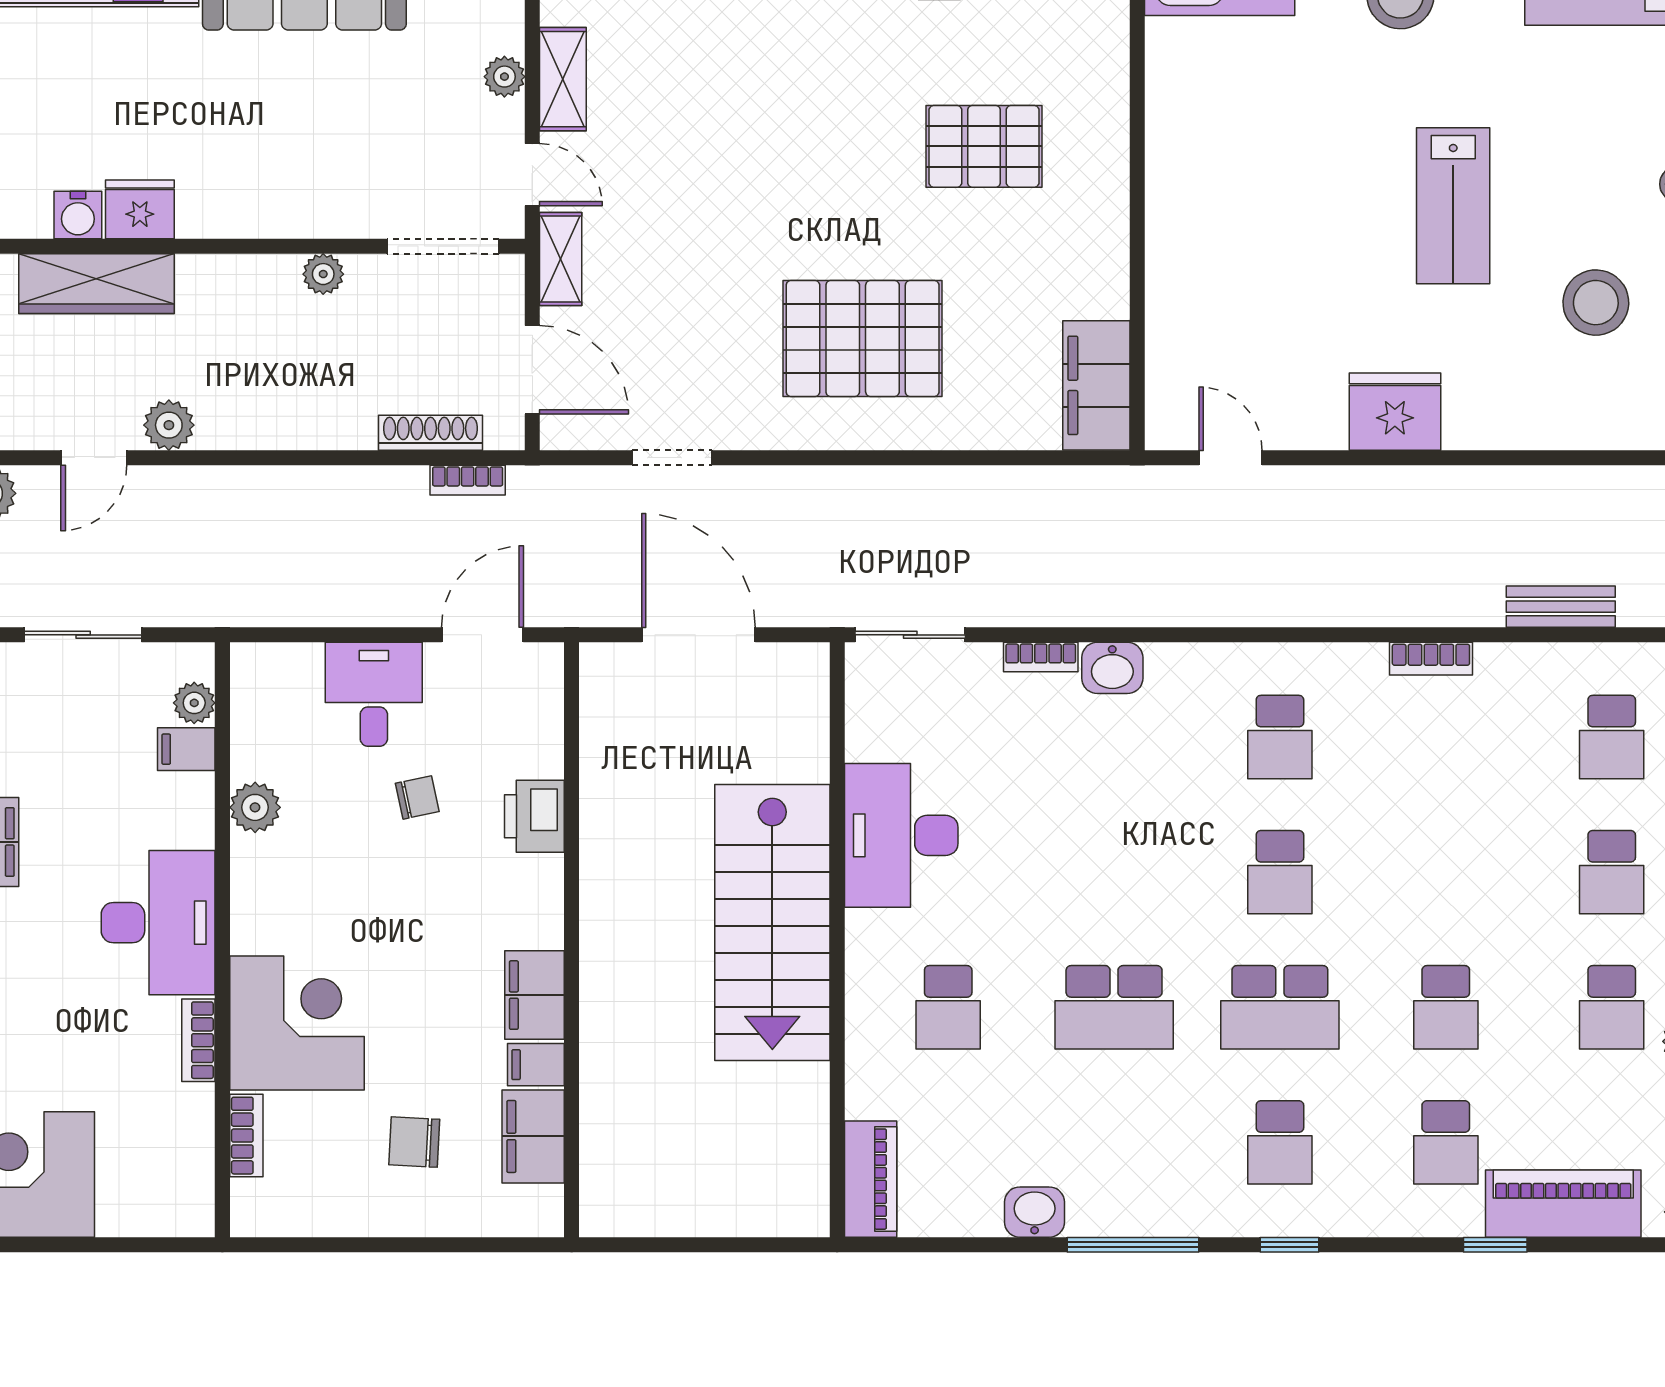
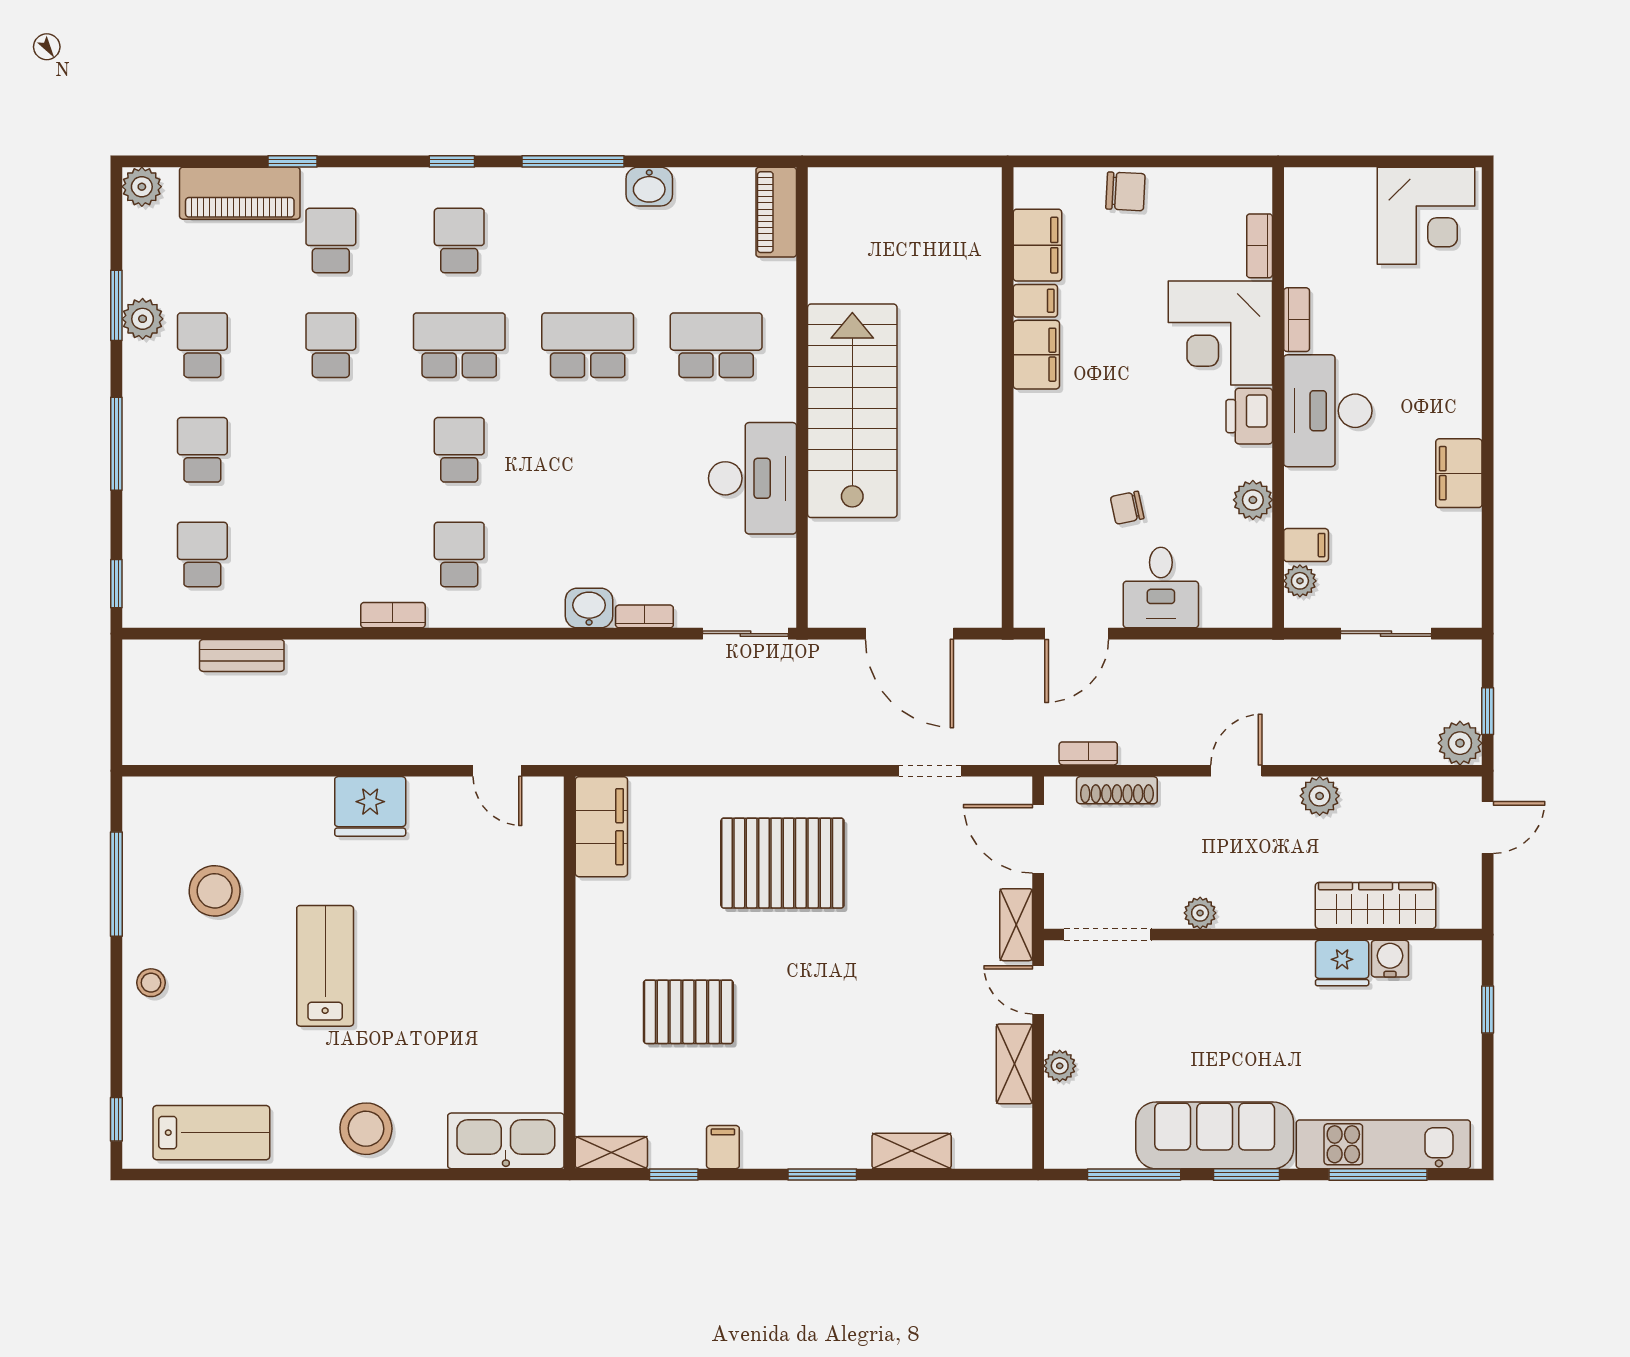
door: (94, 458) -> (1236, 771), moved
bookcase: (1431, 659) -> (393, 615), moved
printer: (534, 816) -> (1249, 416), moved, turned 180
school desk: (948, 1007) -> (716, 345), width x1.85
chair: (414, 1142) -> (1125, 191), moved

